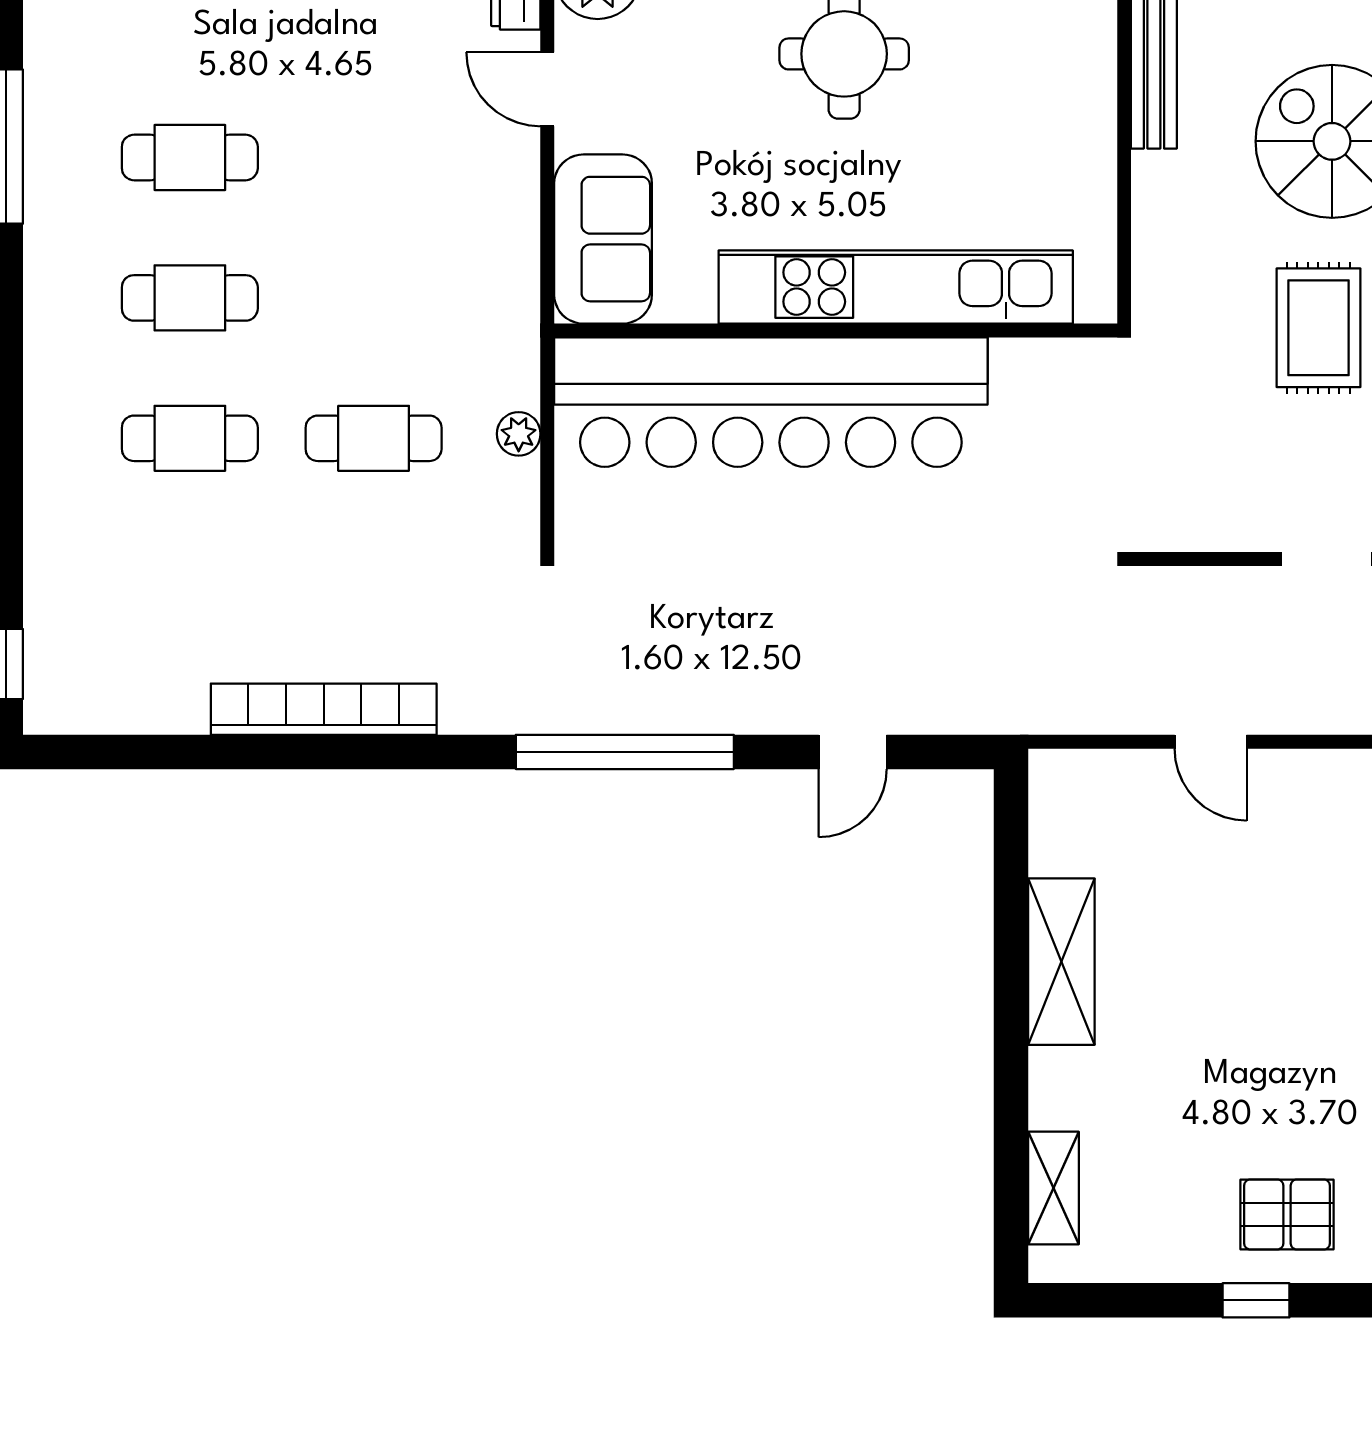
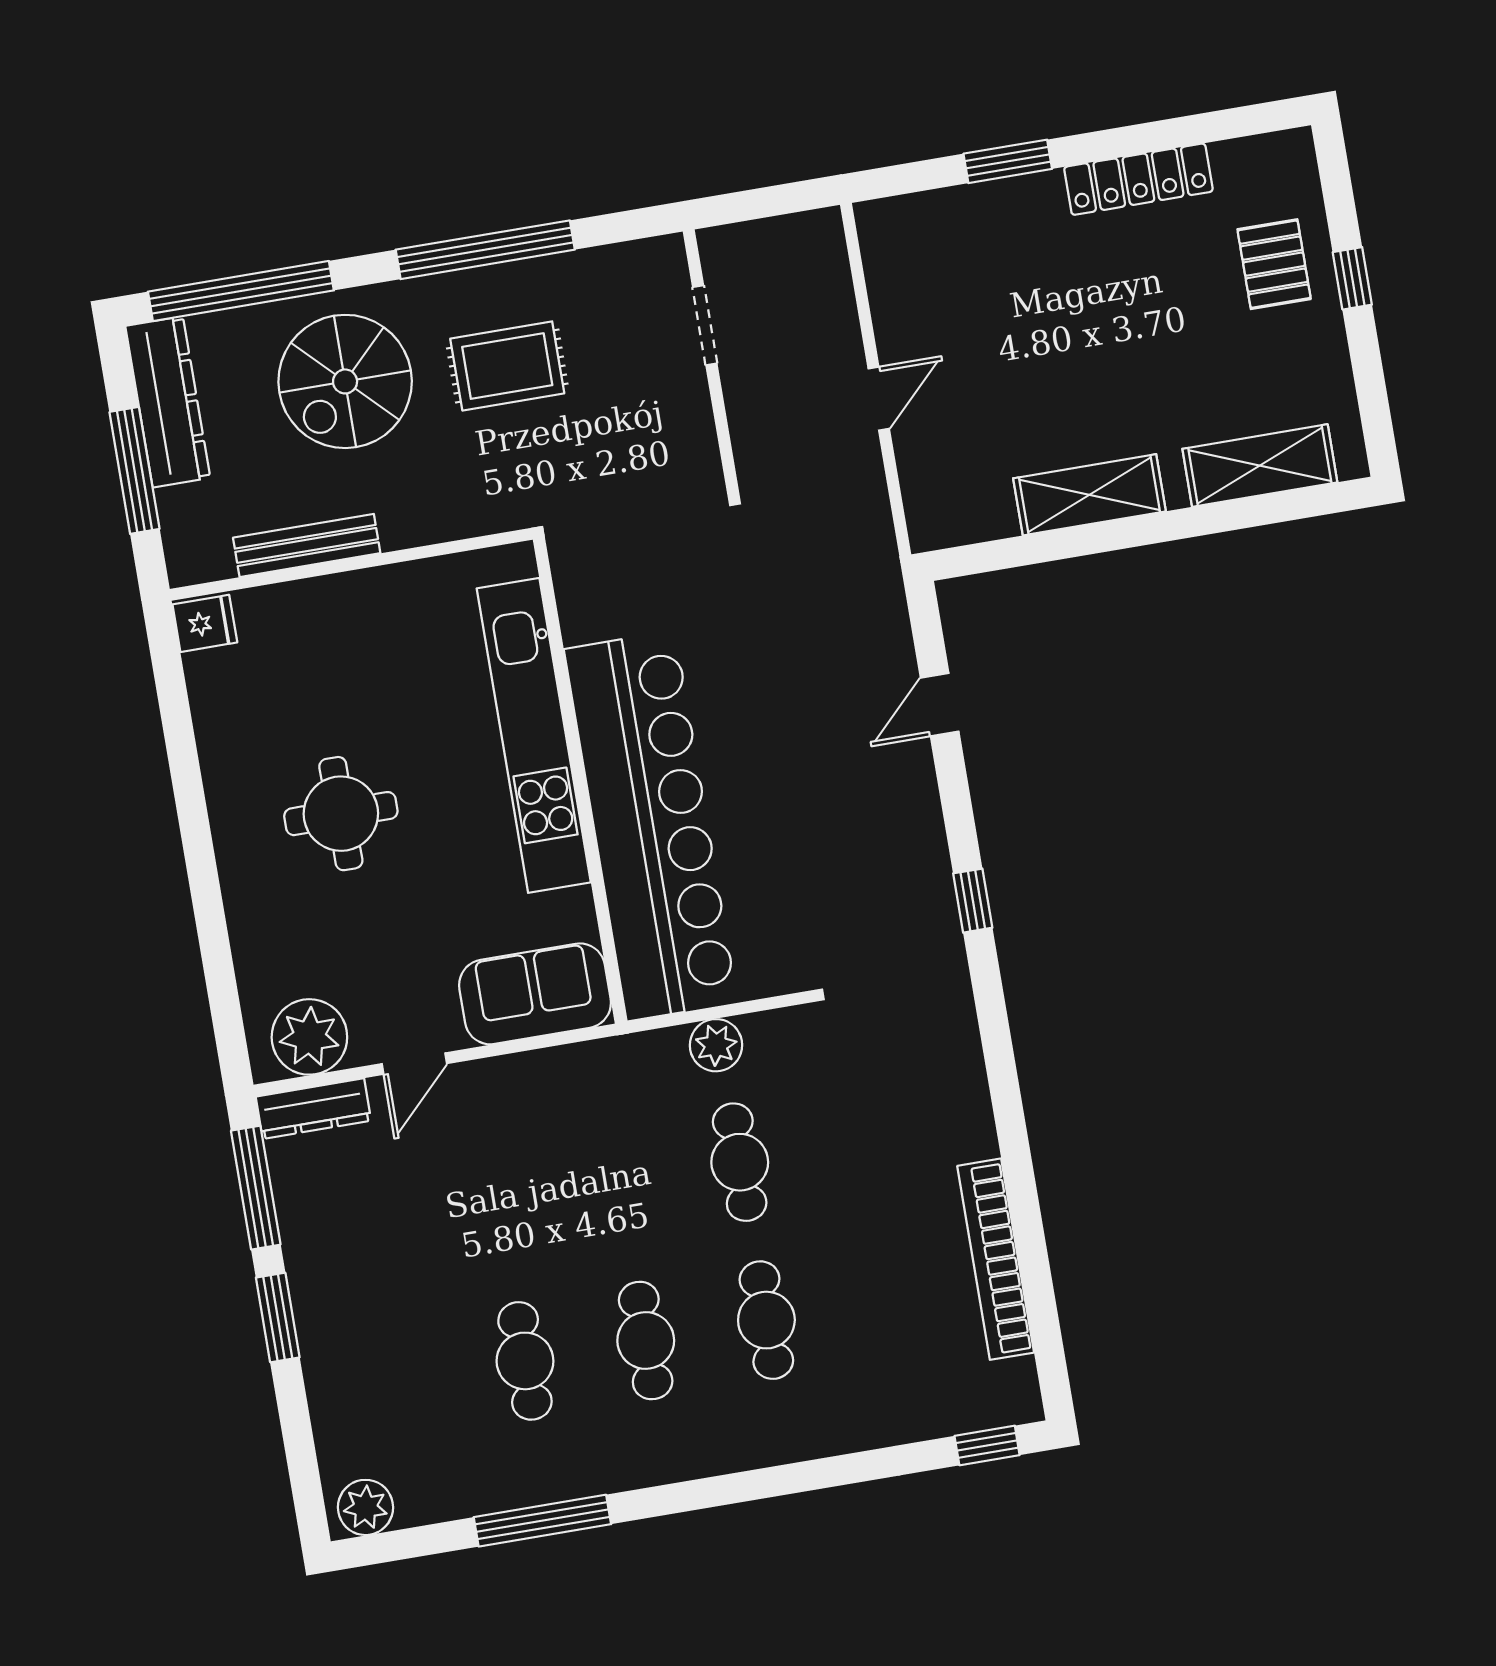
plant: (519, 434) -> (716, 1045), width x1.38, depth x1.38
bookcase: (324, 709) -> (996, 1259), moved
window: (625, 752) -> (973, 901), width x0.32
door: (853, 752) -> (940, 705), swing flipped
shelving: (1054, 1188) -> (1260, 466), width x1.50, depth x1.33

